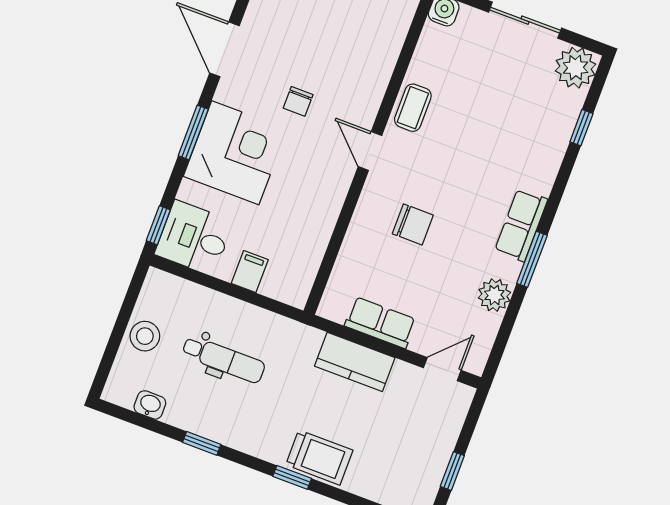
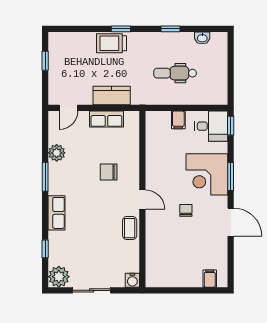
row of seats: (521, 225) -> (56, 213), moved
stool: (145, 336) -> (217, 70), removed

